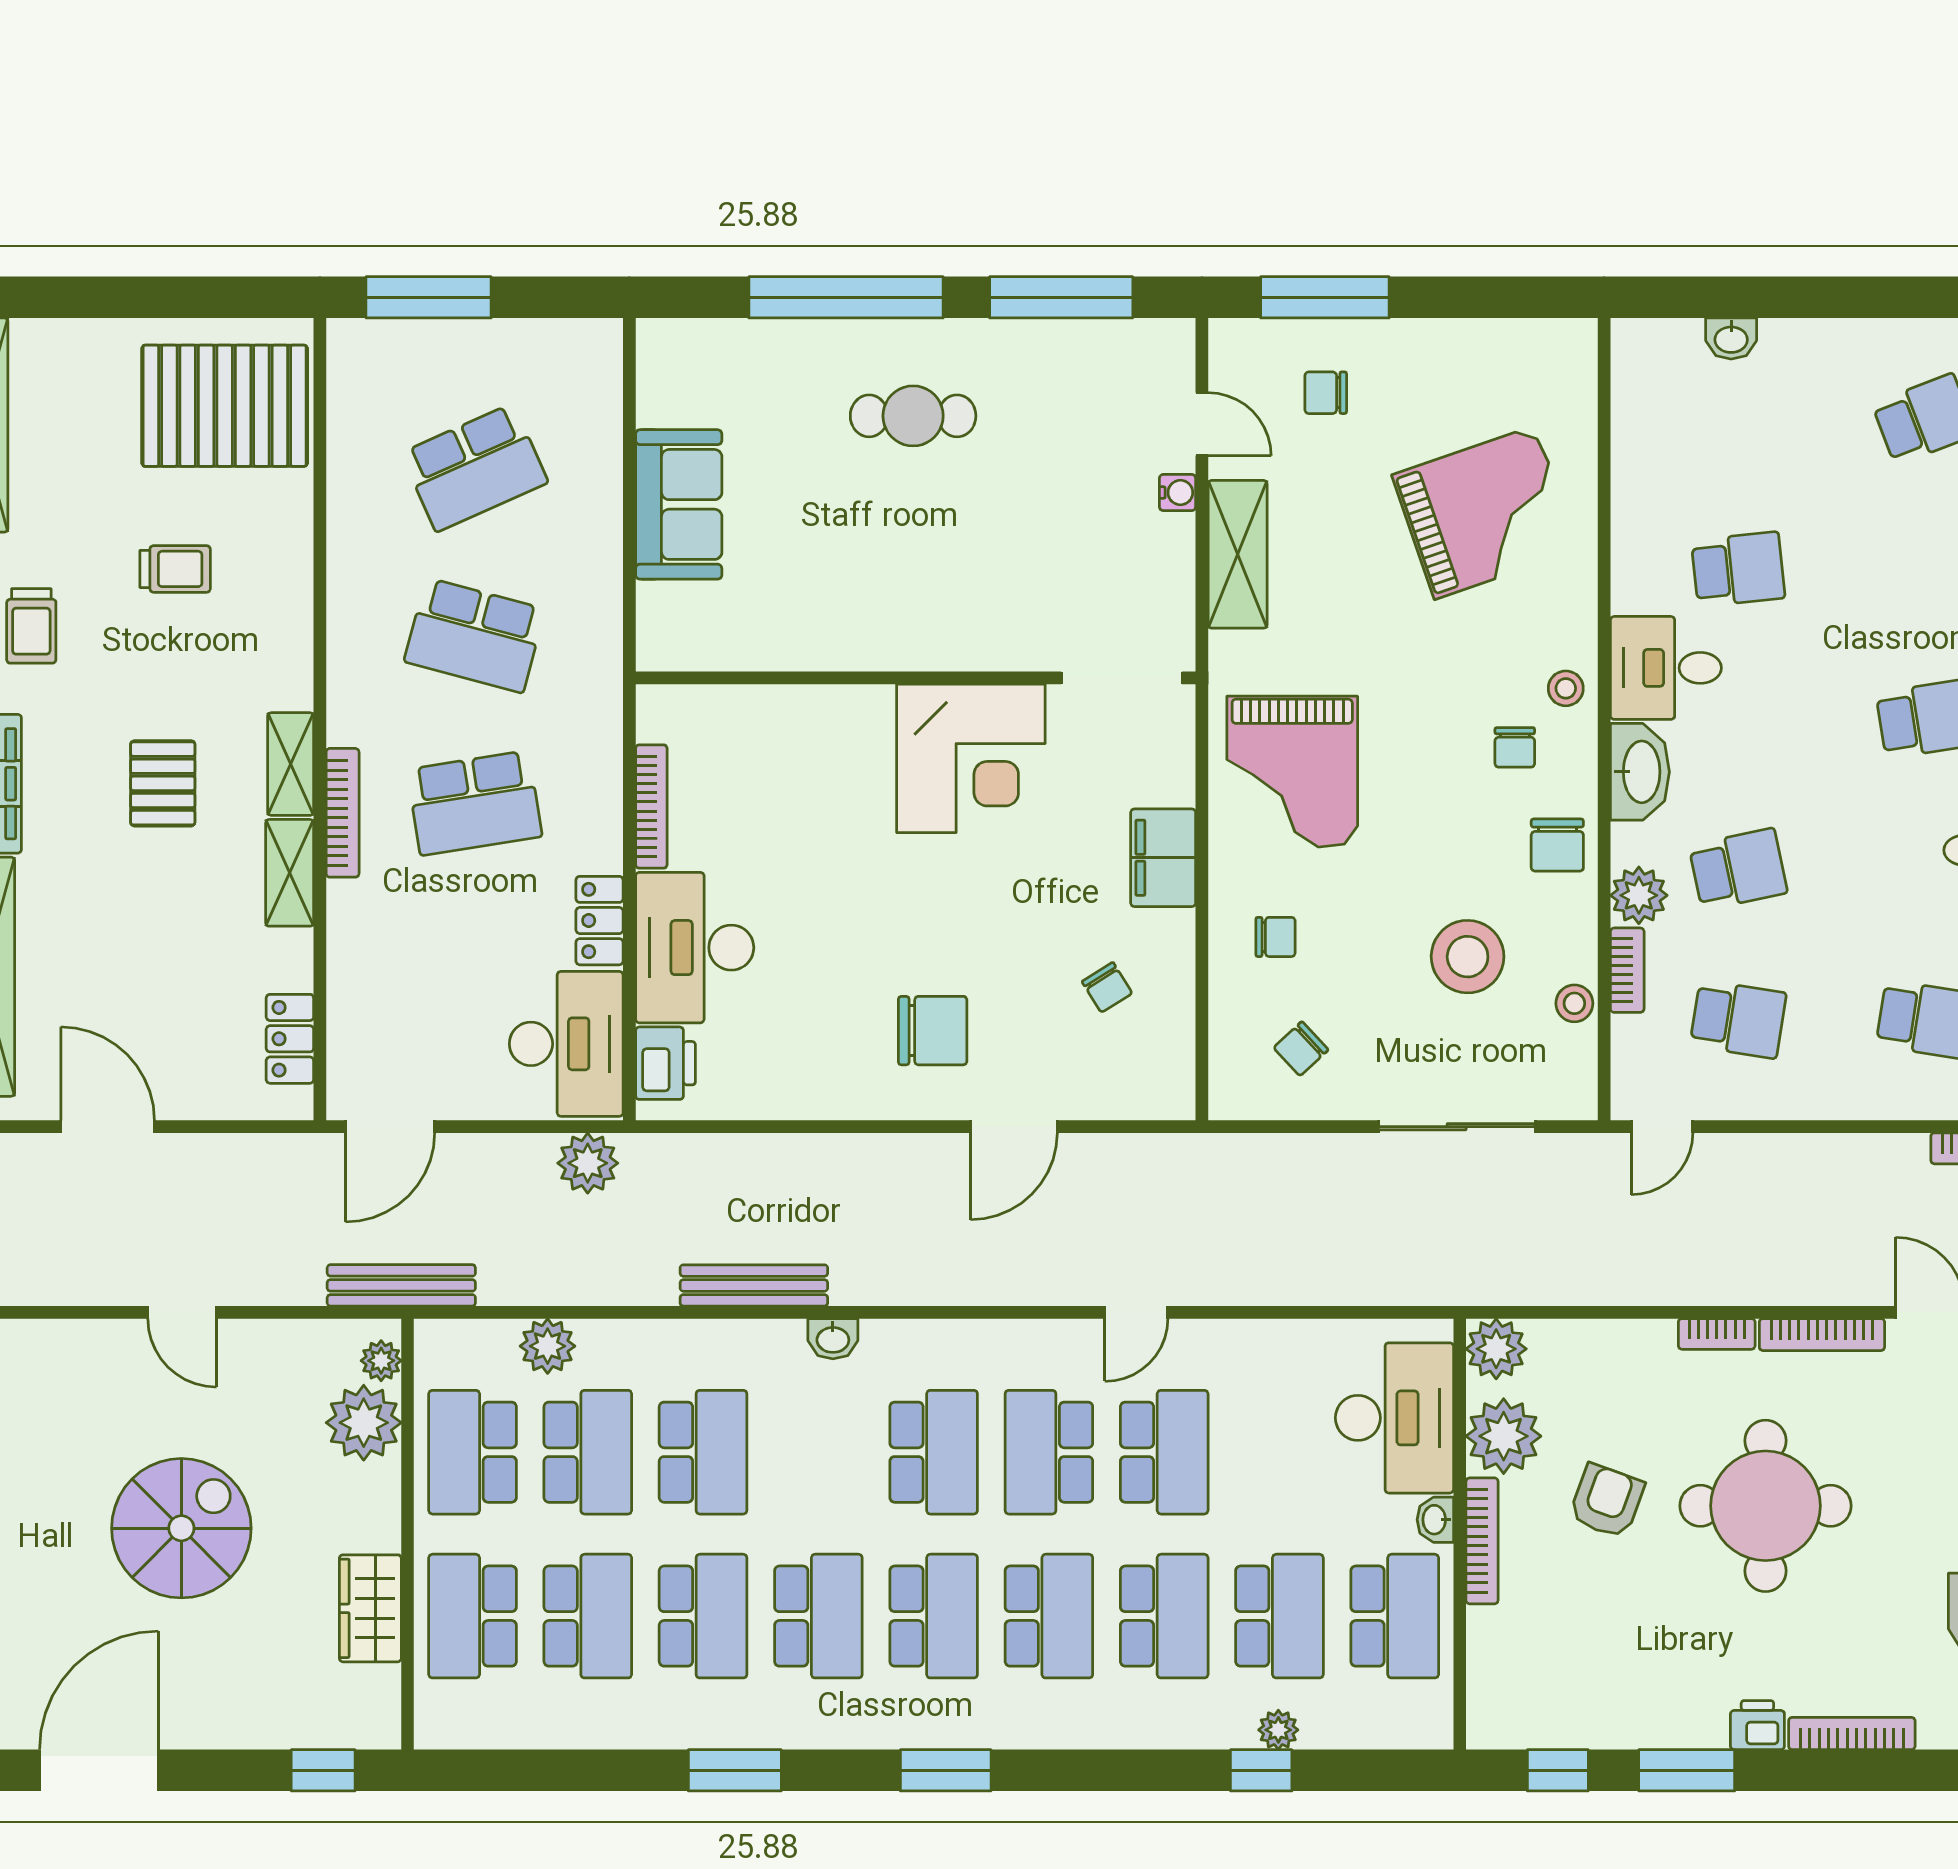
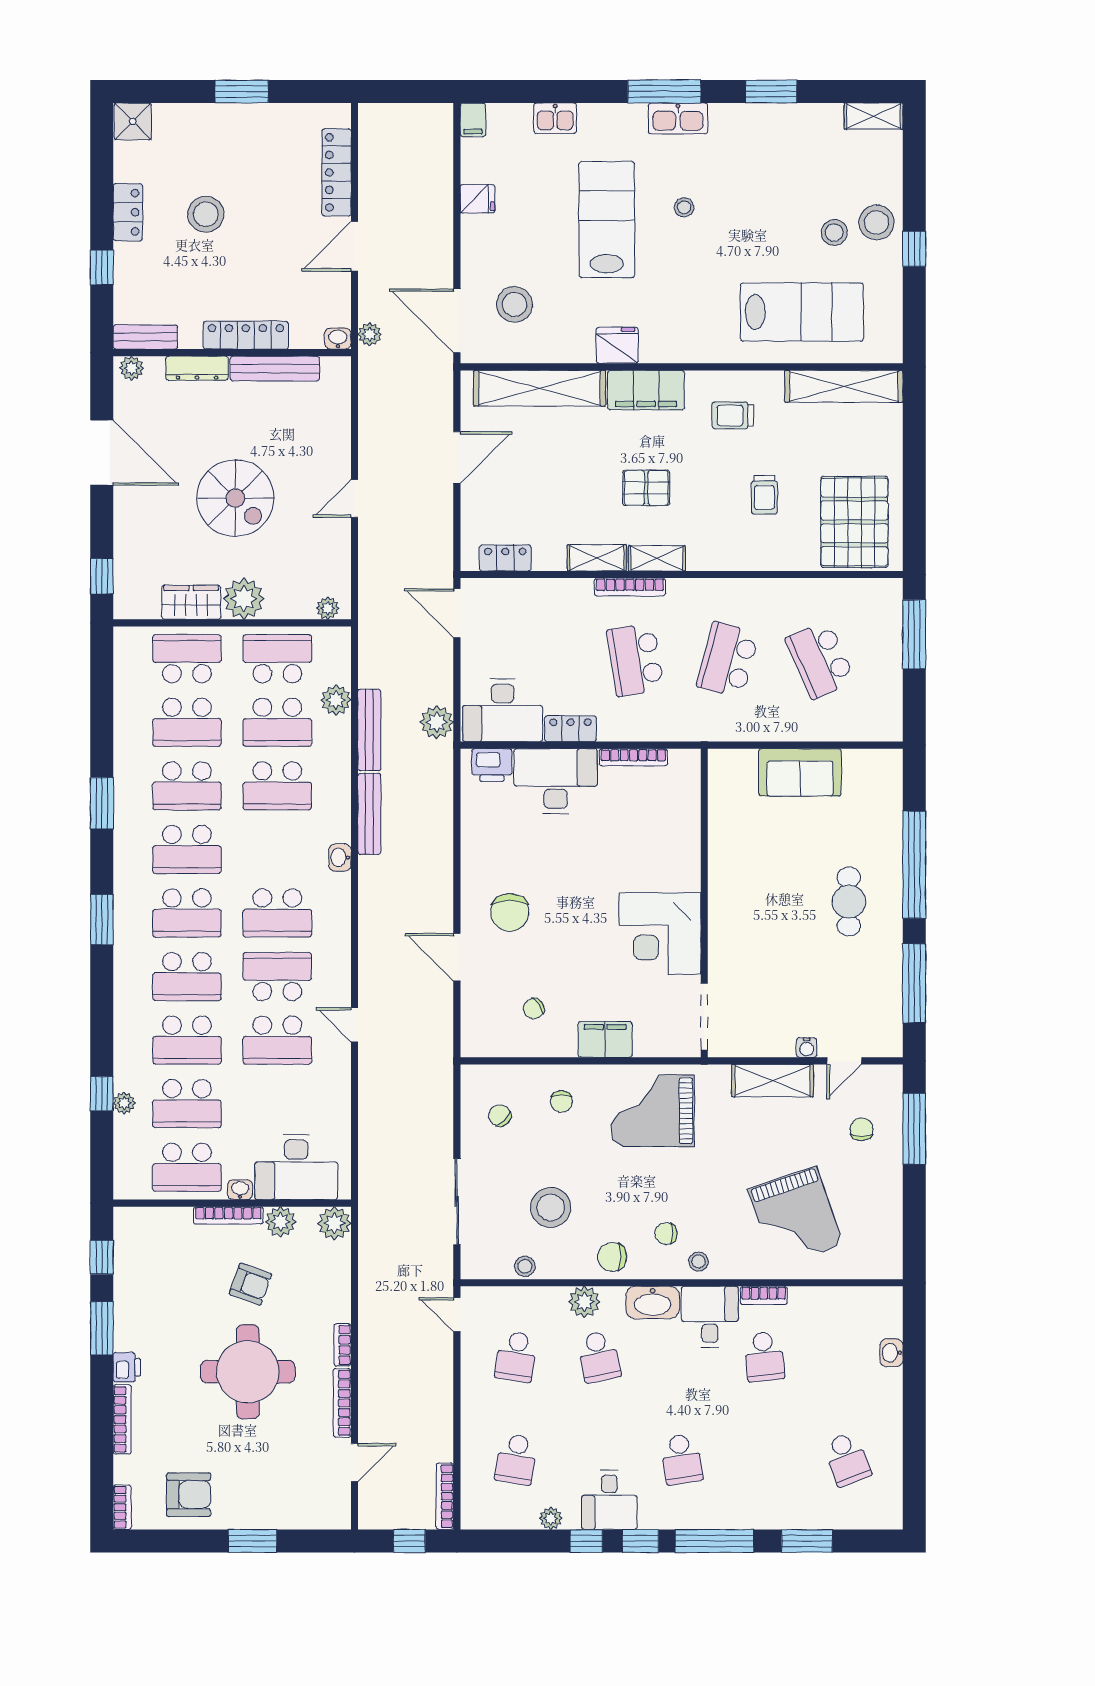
bookcase: (1627, 970) -> (764, 1295), moved
bench: (401, 1285) -> (369, 730), moved
plant: (364, 1423) -> (244, 599), moved
plant: (1504, 1436) -> (281, 1222), width x0.73, depth x0.73

